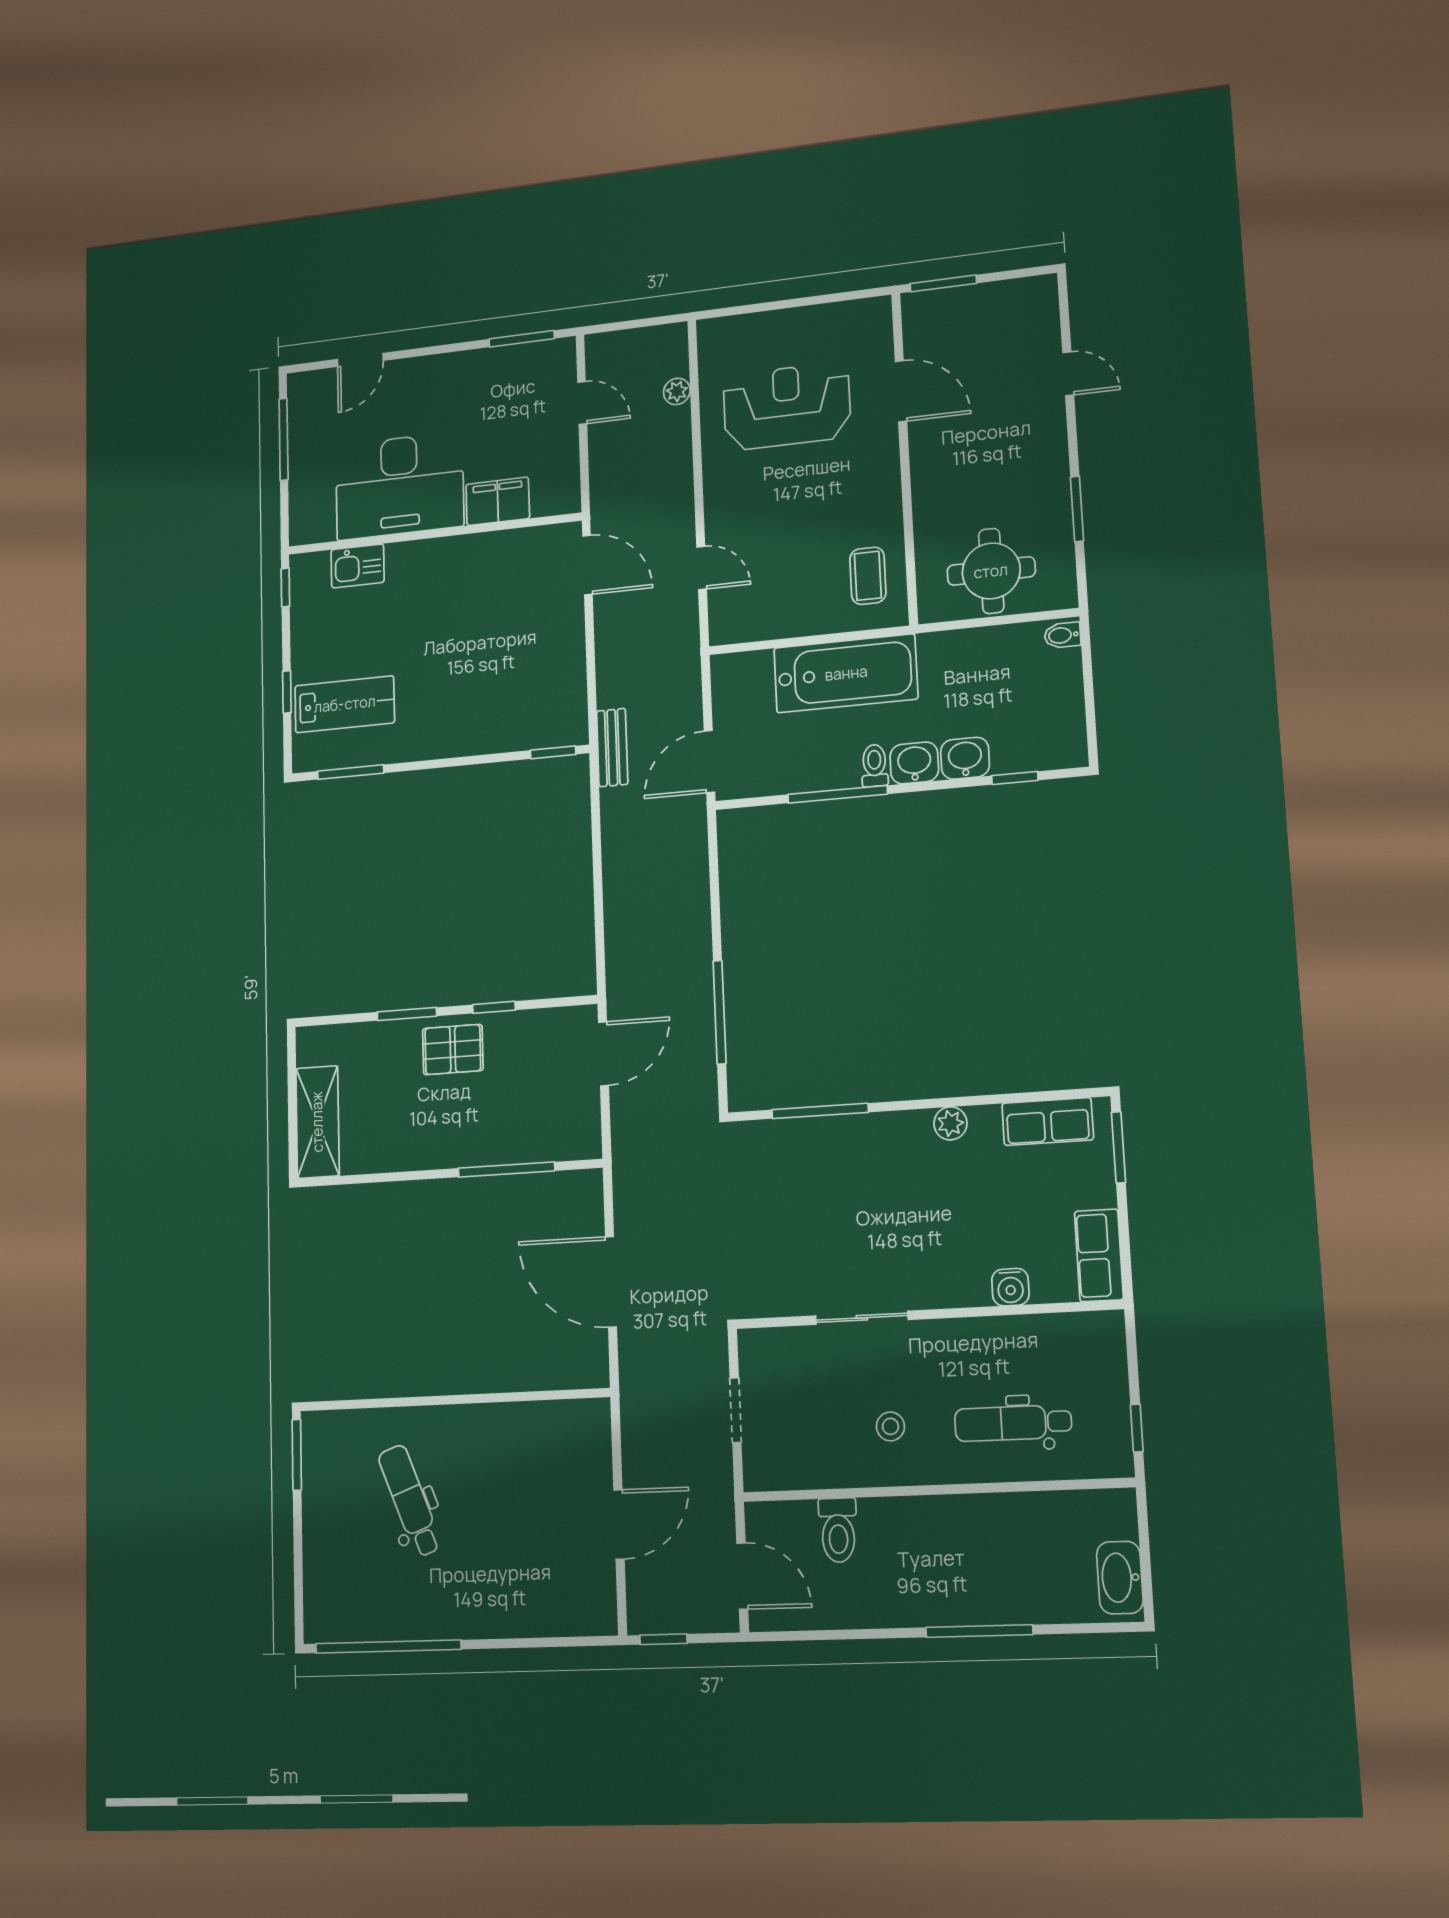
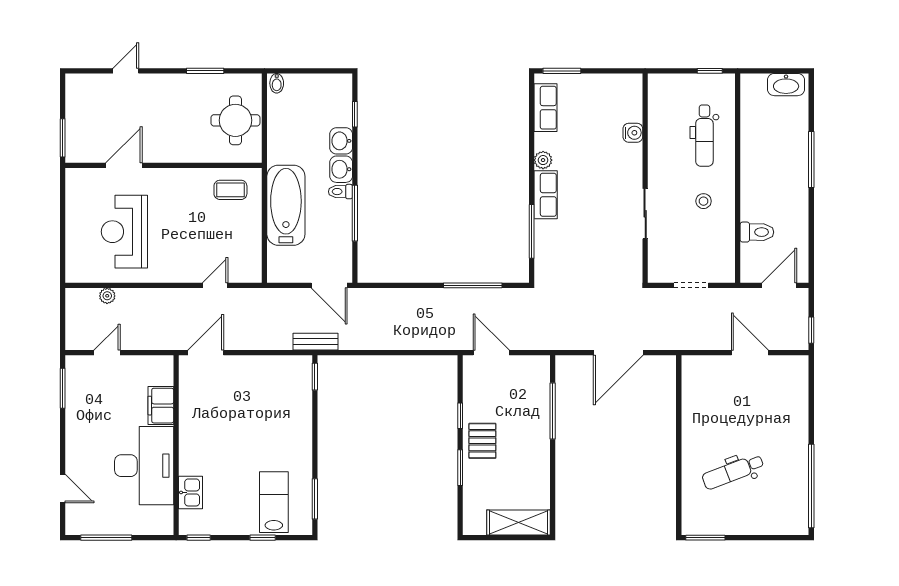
row of seats: (1099, 1255) -> (546, 195), moved, turned -90

